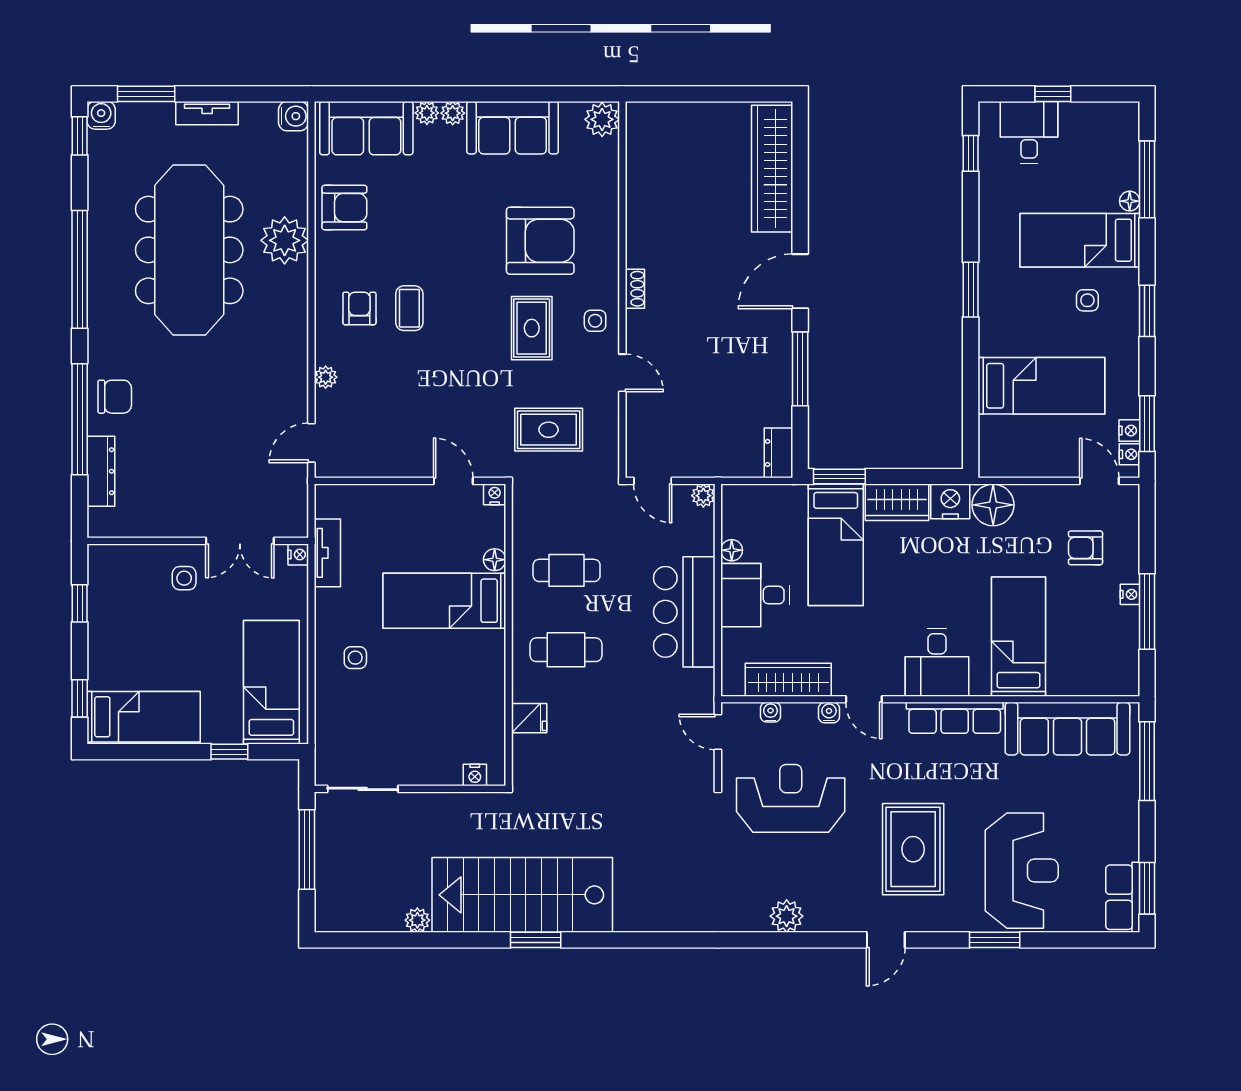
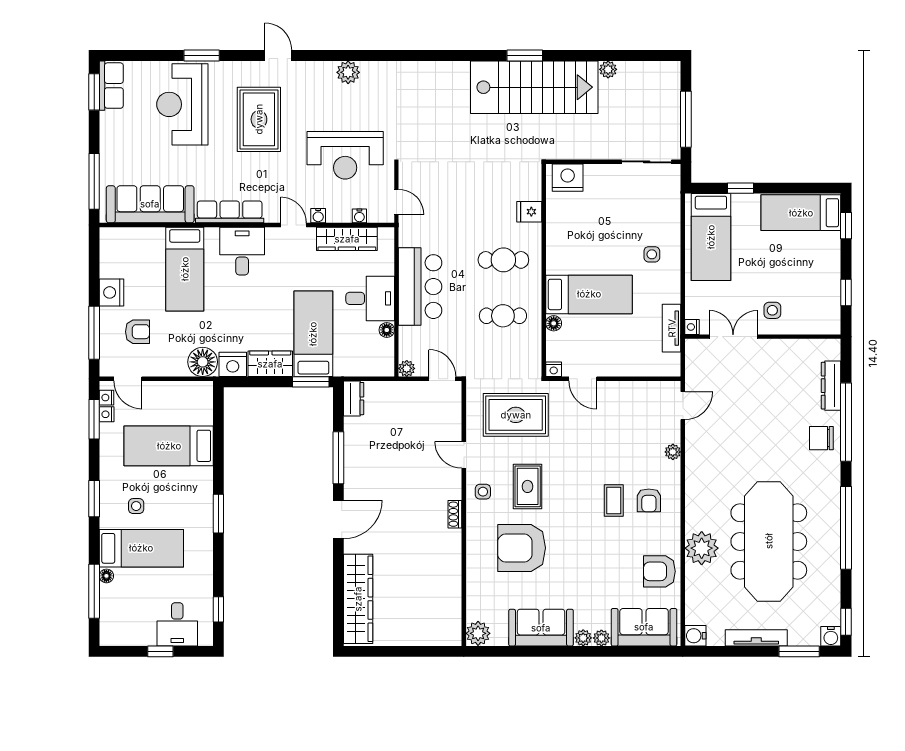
tv unit: (207, 113) -> (756, 638), width x1.41
rug: (549, 430) -> (516, 415), width x1.36, depth x1.43
nightstand: (1130, 594) -> (112, 292), width x1.89, depth x1.79
window: (1147, 612) -> (94, 333), moved
nightstand: (475, 775) -> (568, 178), width x1.89, depth x1.79
door: (886, 940) -> (278, 55), hinge flipped

